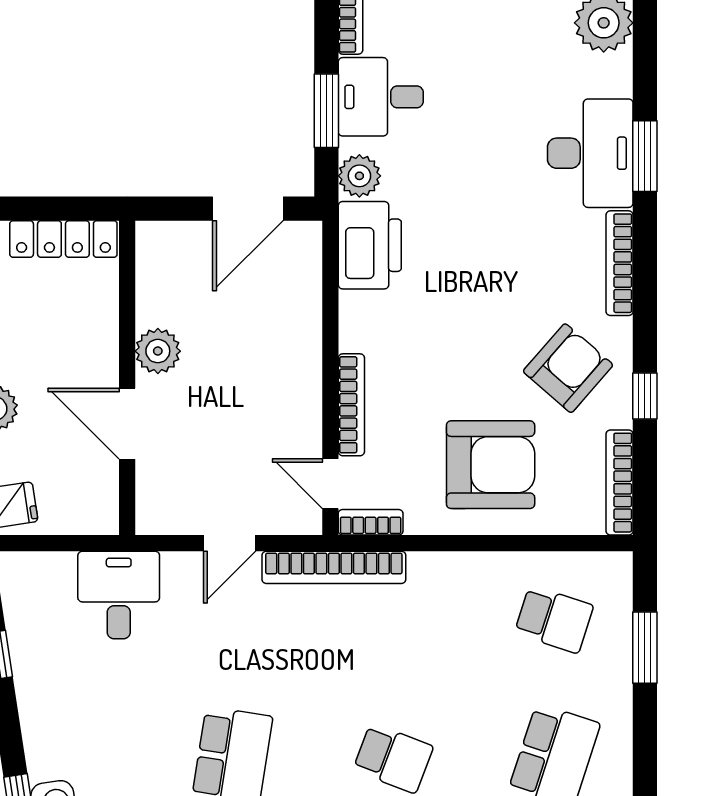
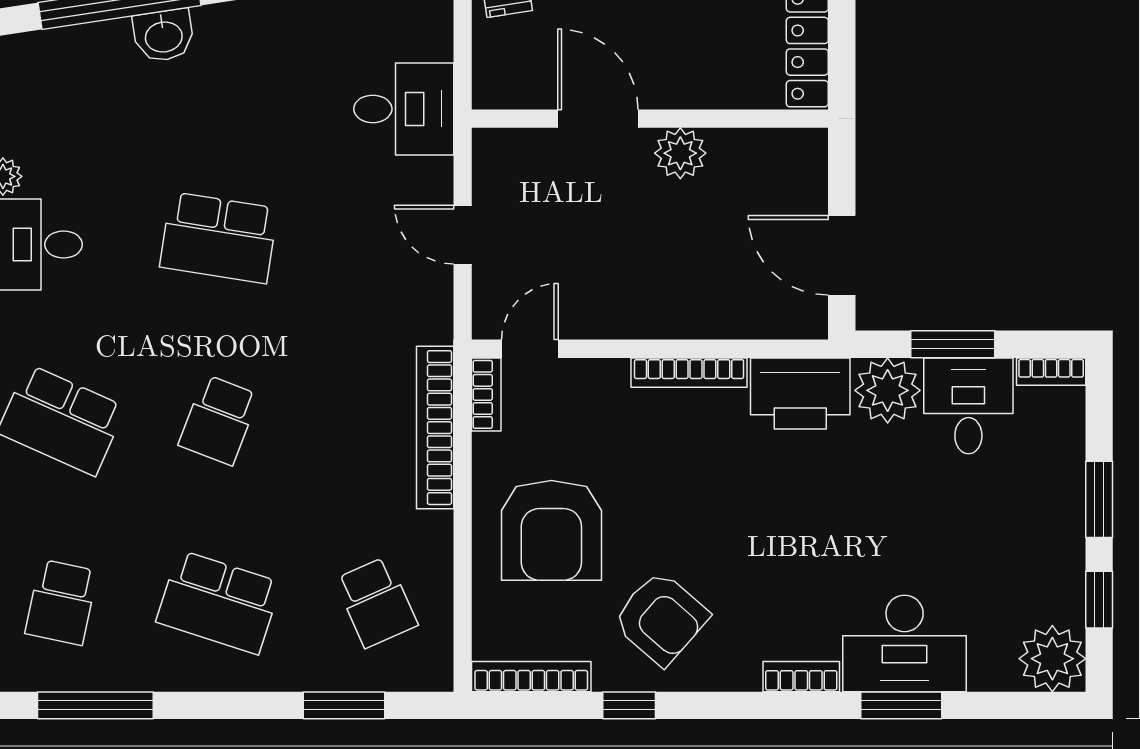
plant: (359, 176) -> (888, 390), width x1.36, depth x1.36
bookcase: (620, 263) -> (801, 677), width x0.64
bookcase: (351, 405) -> (689, 373), moved
door: (127, 424) -> (598, 119), hinge flipped
bookcase: (334, 567) -> (435, 428), moved
school desk: (554, 619) -> (376, 602), turned -42

